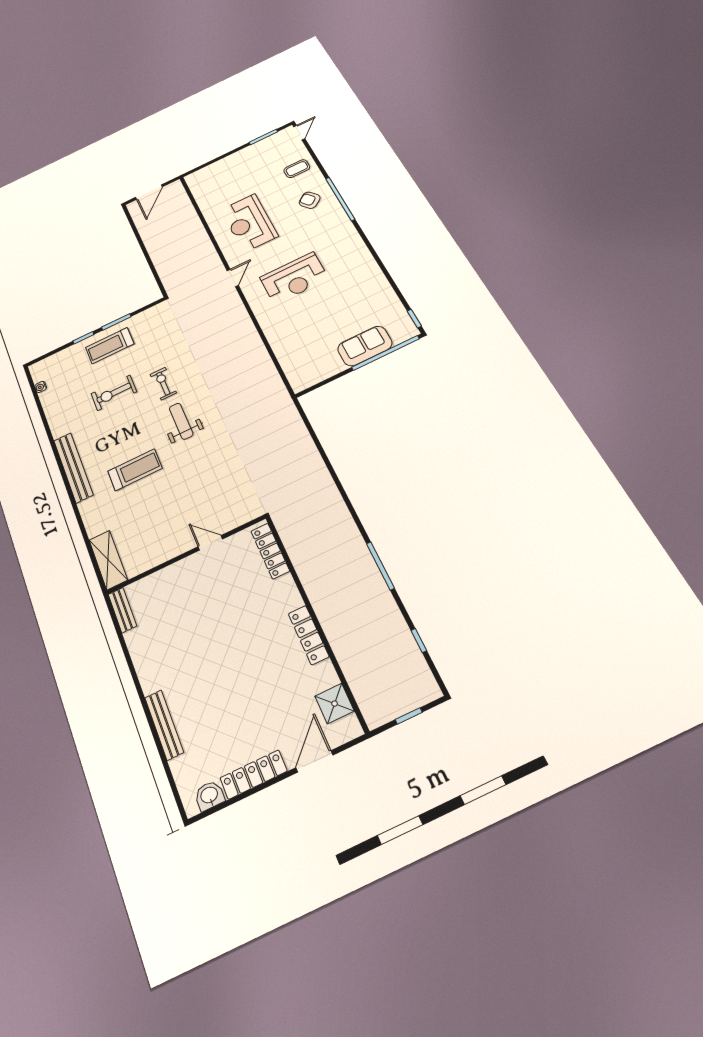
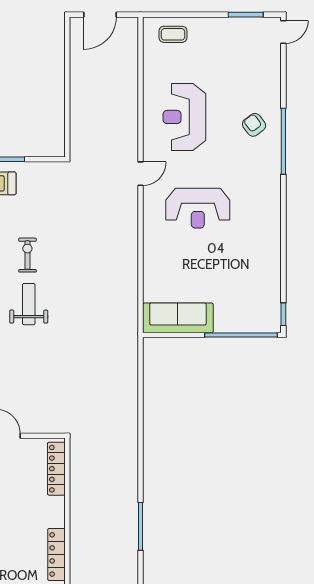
coffee table: (297, 169) -> (173, 34), moved
sofa: (365, 346) -> (178, 318), moved, width x1.36

